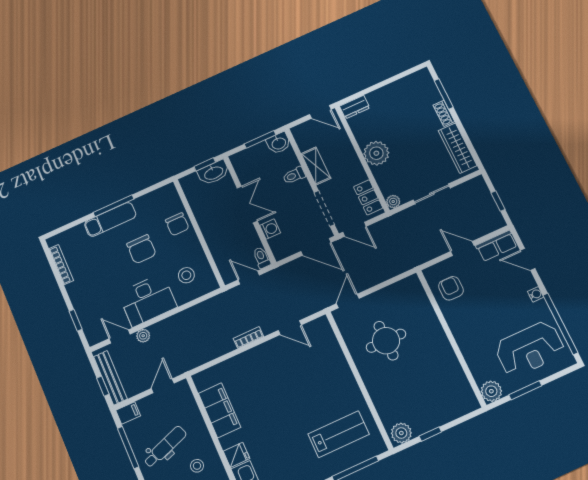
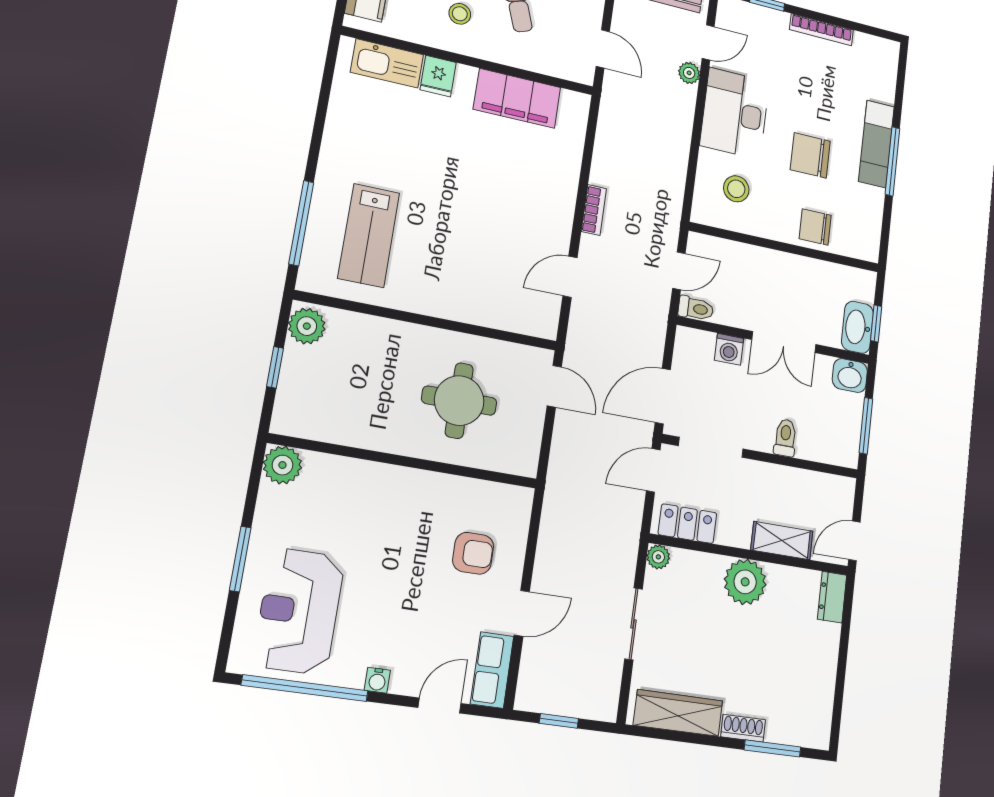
washbasin: (279, 143) -> (850, 375), moved, turned -90
shelving: (316, 166) -> (782, 540), moved
bookcase: (61, 265) -> (821, 30), moved
wall: (451, 338) -> (405, 461), moved
plant: (491, 391) -> (282, 465), moved

